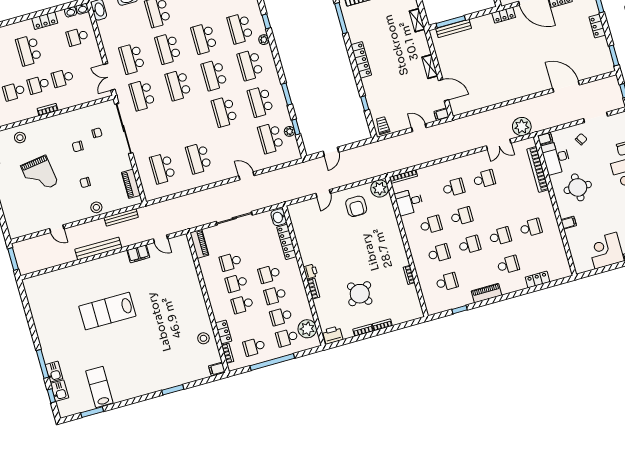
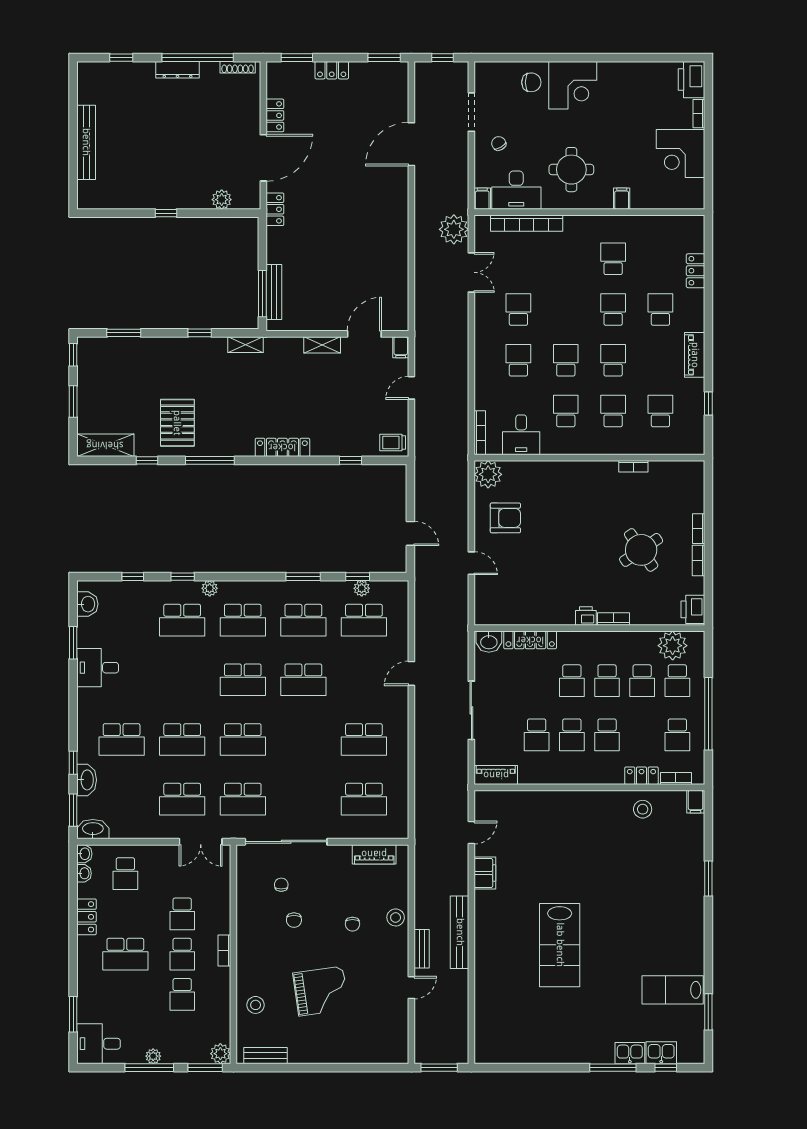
school desk: (204, 38) -> (182, 680), removed
bench: (121, 217) -> (422, 949), moved, width x0.73

